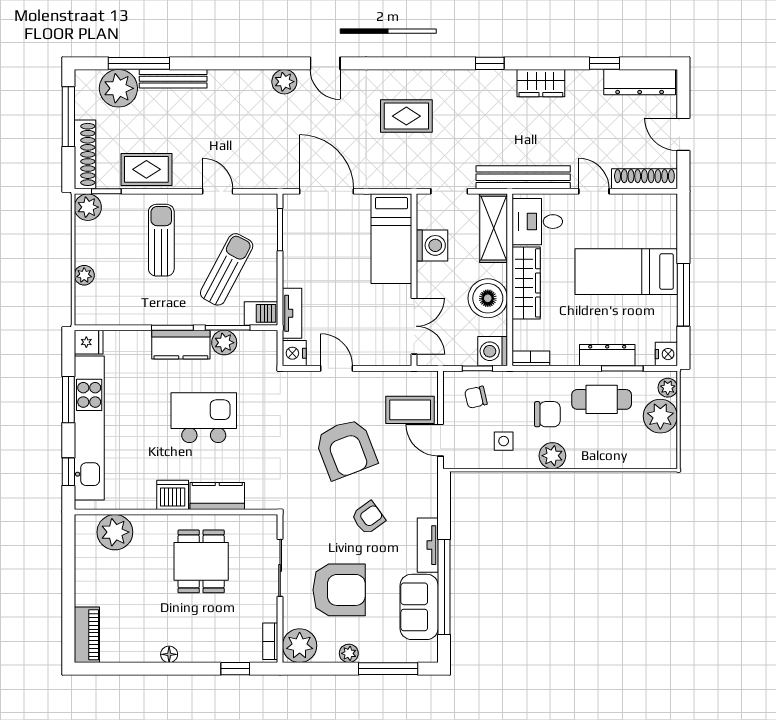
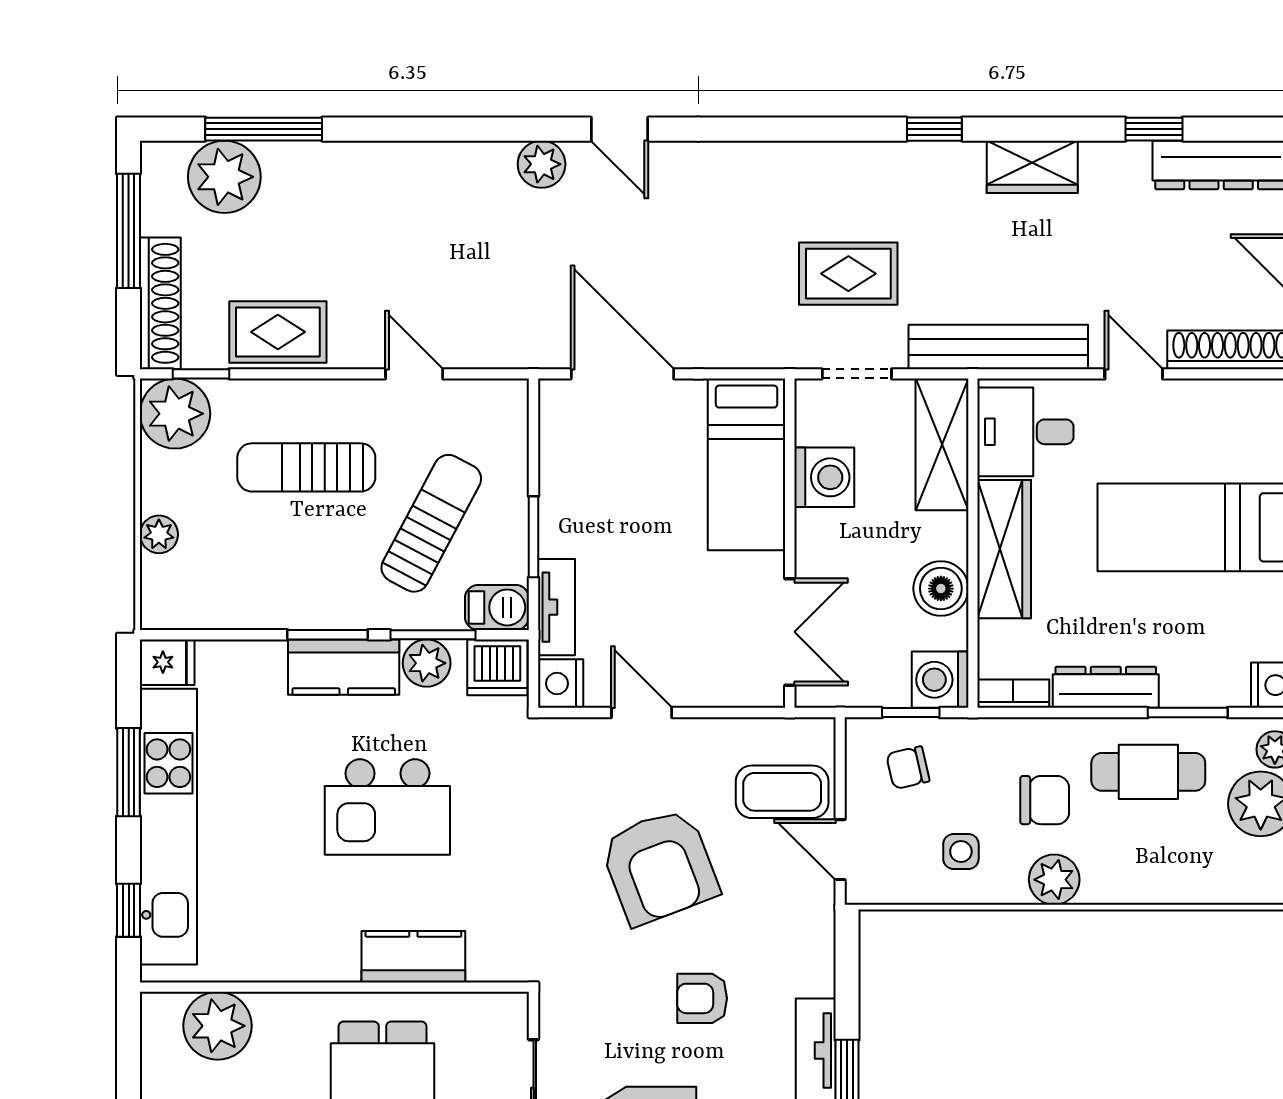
bench: (173, 79) -> (329, 159), removed
rug: (406, 116) -> (848, 274), moved
plant: (88, 207) -> (175, 414), width x1.36, depth x1.36
window: (280, 230) -> (534, 537), moved
sun lounger: (161, 240) -> (306, 467), turned -90
boiler: (488, 298) -> (941, 589), width x0.73, depth x0.73
dresser: (607, 355) -> (1106, 687), moved
kitchen island: (204, 418) -> (387, 807), turned 180
dishwasher: (173, 495) -> (497, 667), moved, turned 180
armchair: (368, 518) -> (702, 998), turned -144

